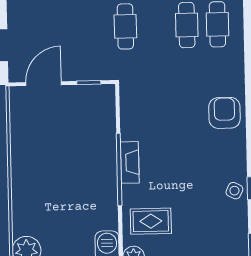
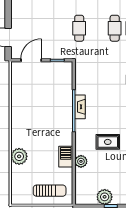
rug: (151, 221) -> (108, 142), moved

